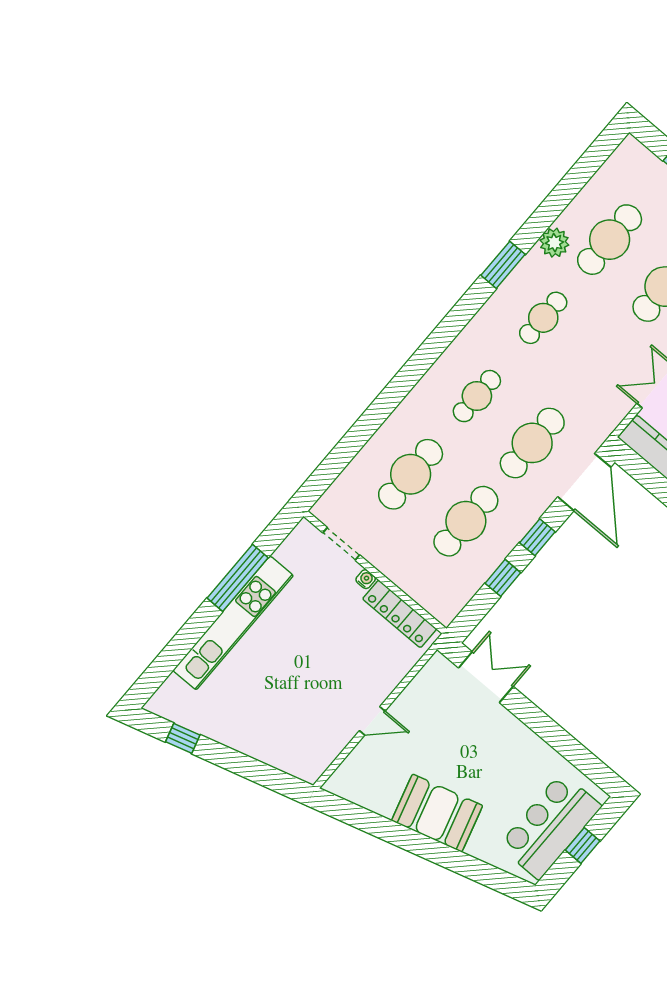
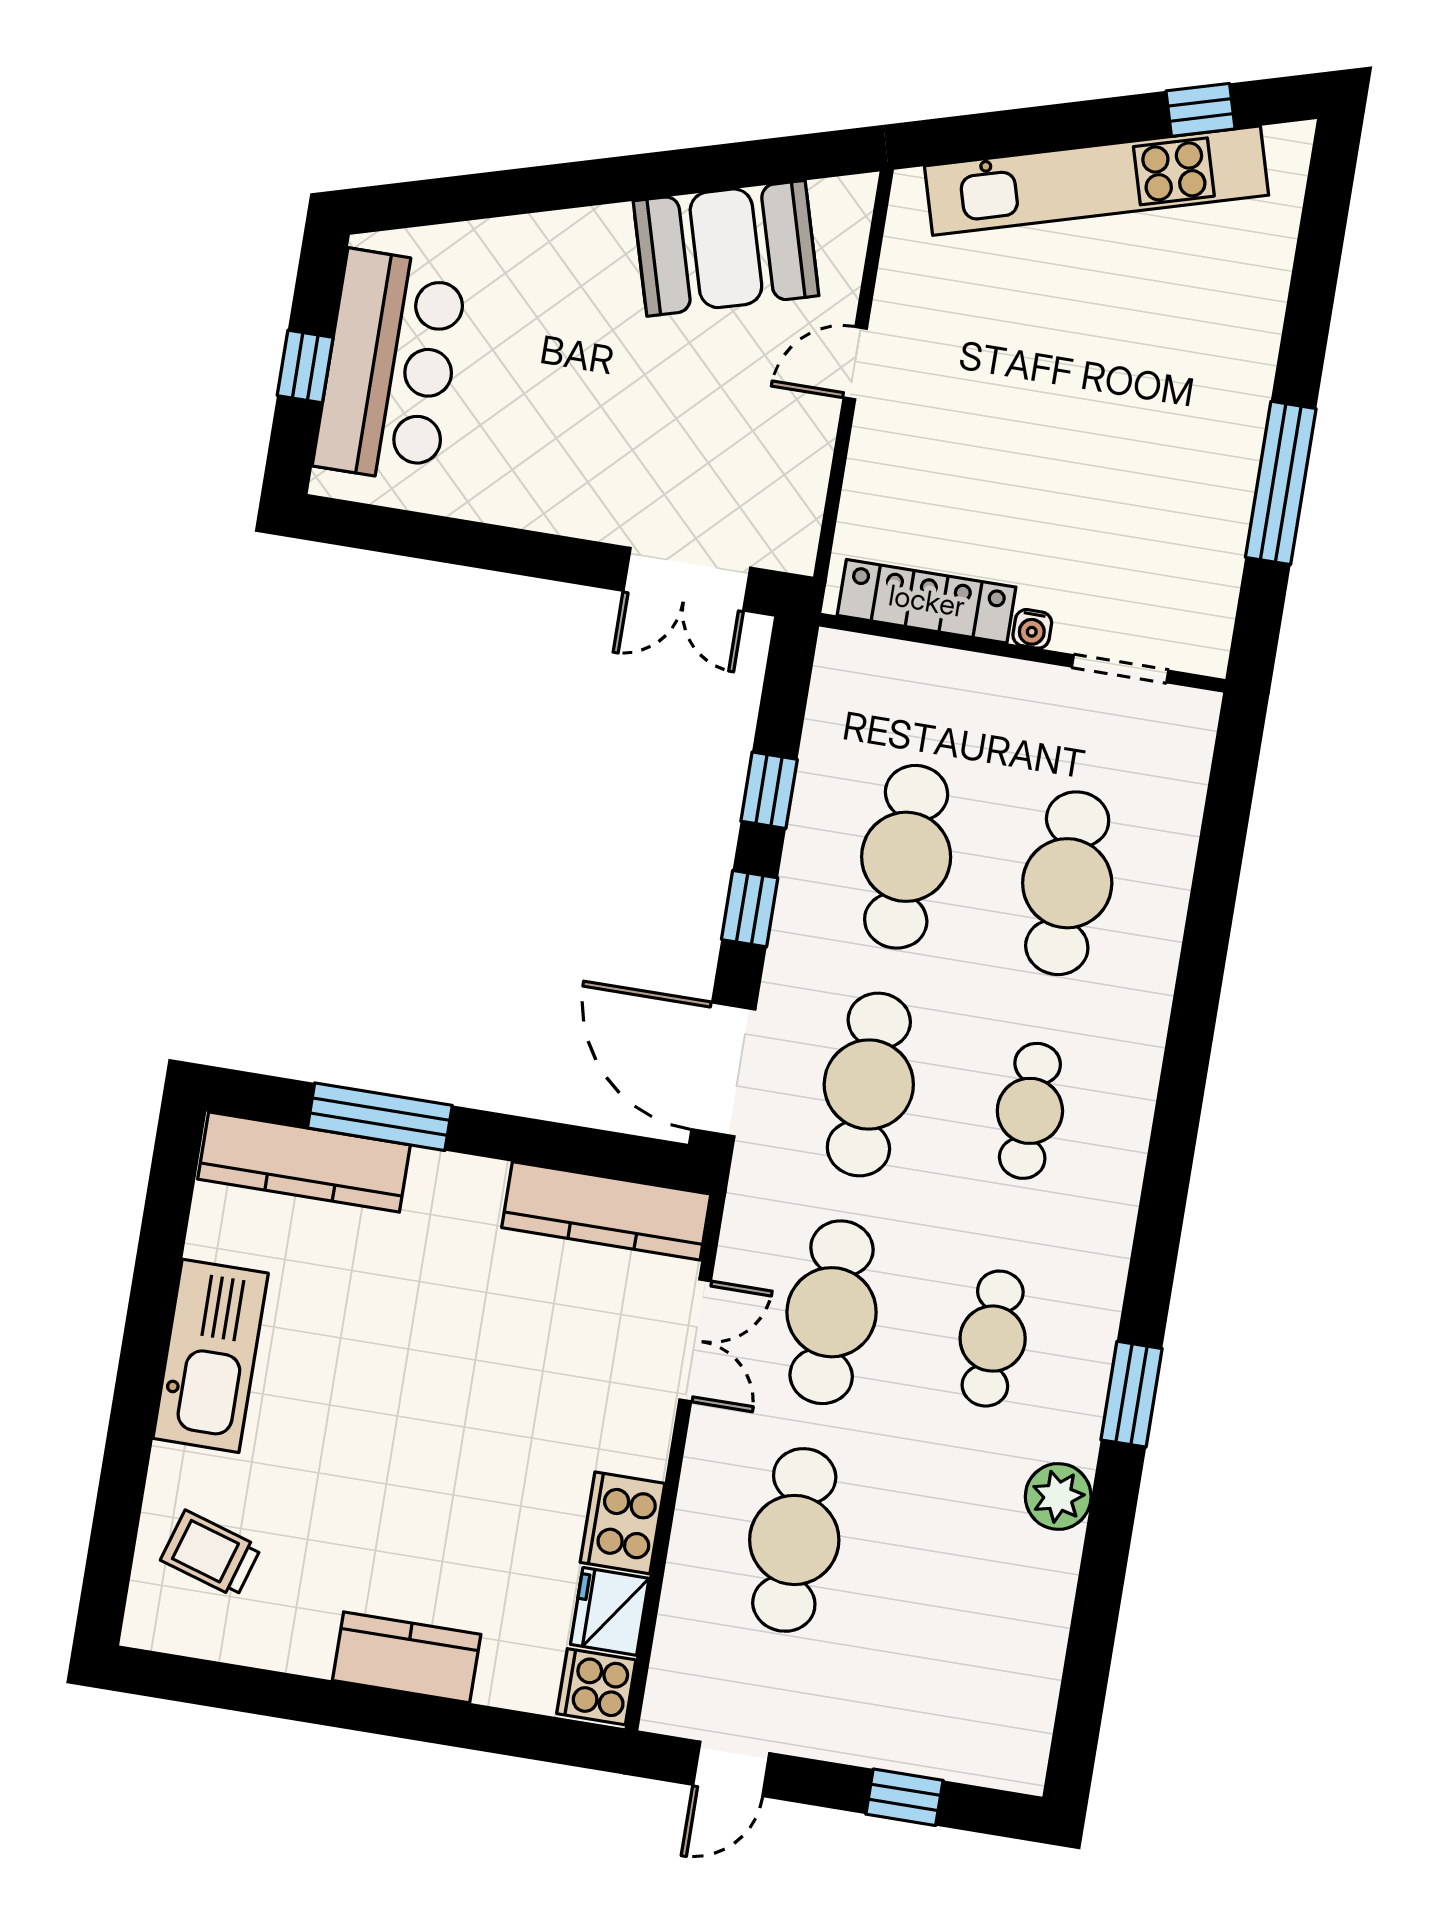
cafe table: (610, 240) -> (832, 1312), moved
kitchen unit: (233, 623) -> (1097, 181), moved, turned -106
booth: (437, 813) -> (726, 248), moved

